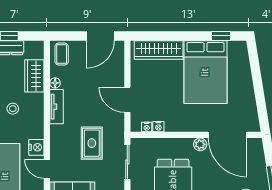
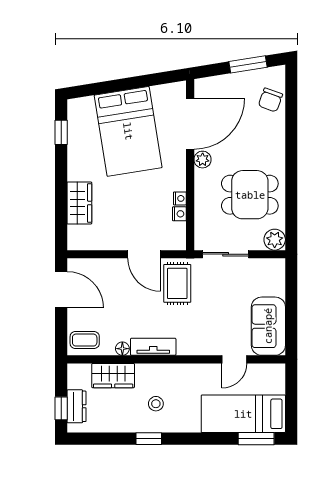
wardrobe: (159, 50) -> (79, 203), width x0.67
bed: (205, 72) -> (128, 131), moved, turned 81
door: (127, 100) -> (144, 254), hinge flipped
nightstand: (147, 127) -> (180, 198), moved
rug: (92, 143) -> (177, 283), moved, turned 90
nightstand: (36, 147) -> (206, 373), removed

